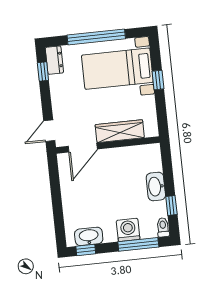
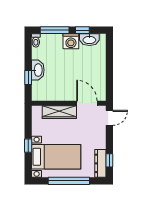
dresser: (54, 60) -> (100, 163), width x1.44
door: (83, 148) -> (87, 103), hinge flipped
window: (171, 206) -> (28, 77), moved
washing machine: (128, 230) -> (71, 41), moved
window: (86, 250) -> (82, 30), moved

